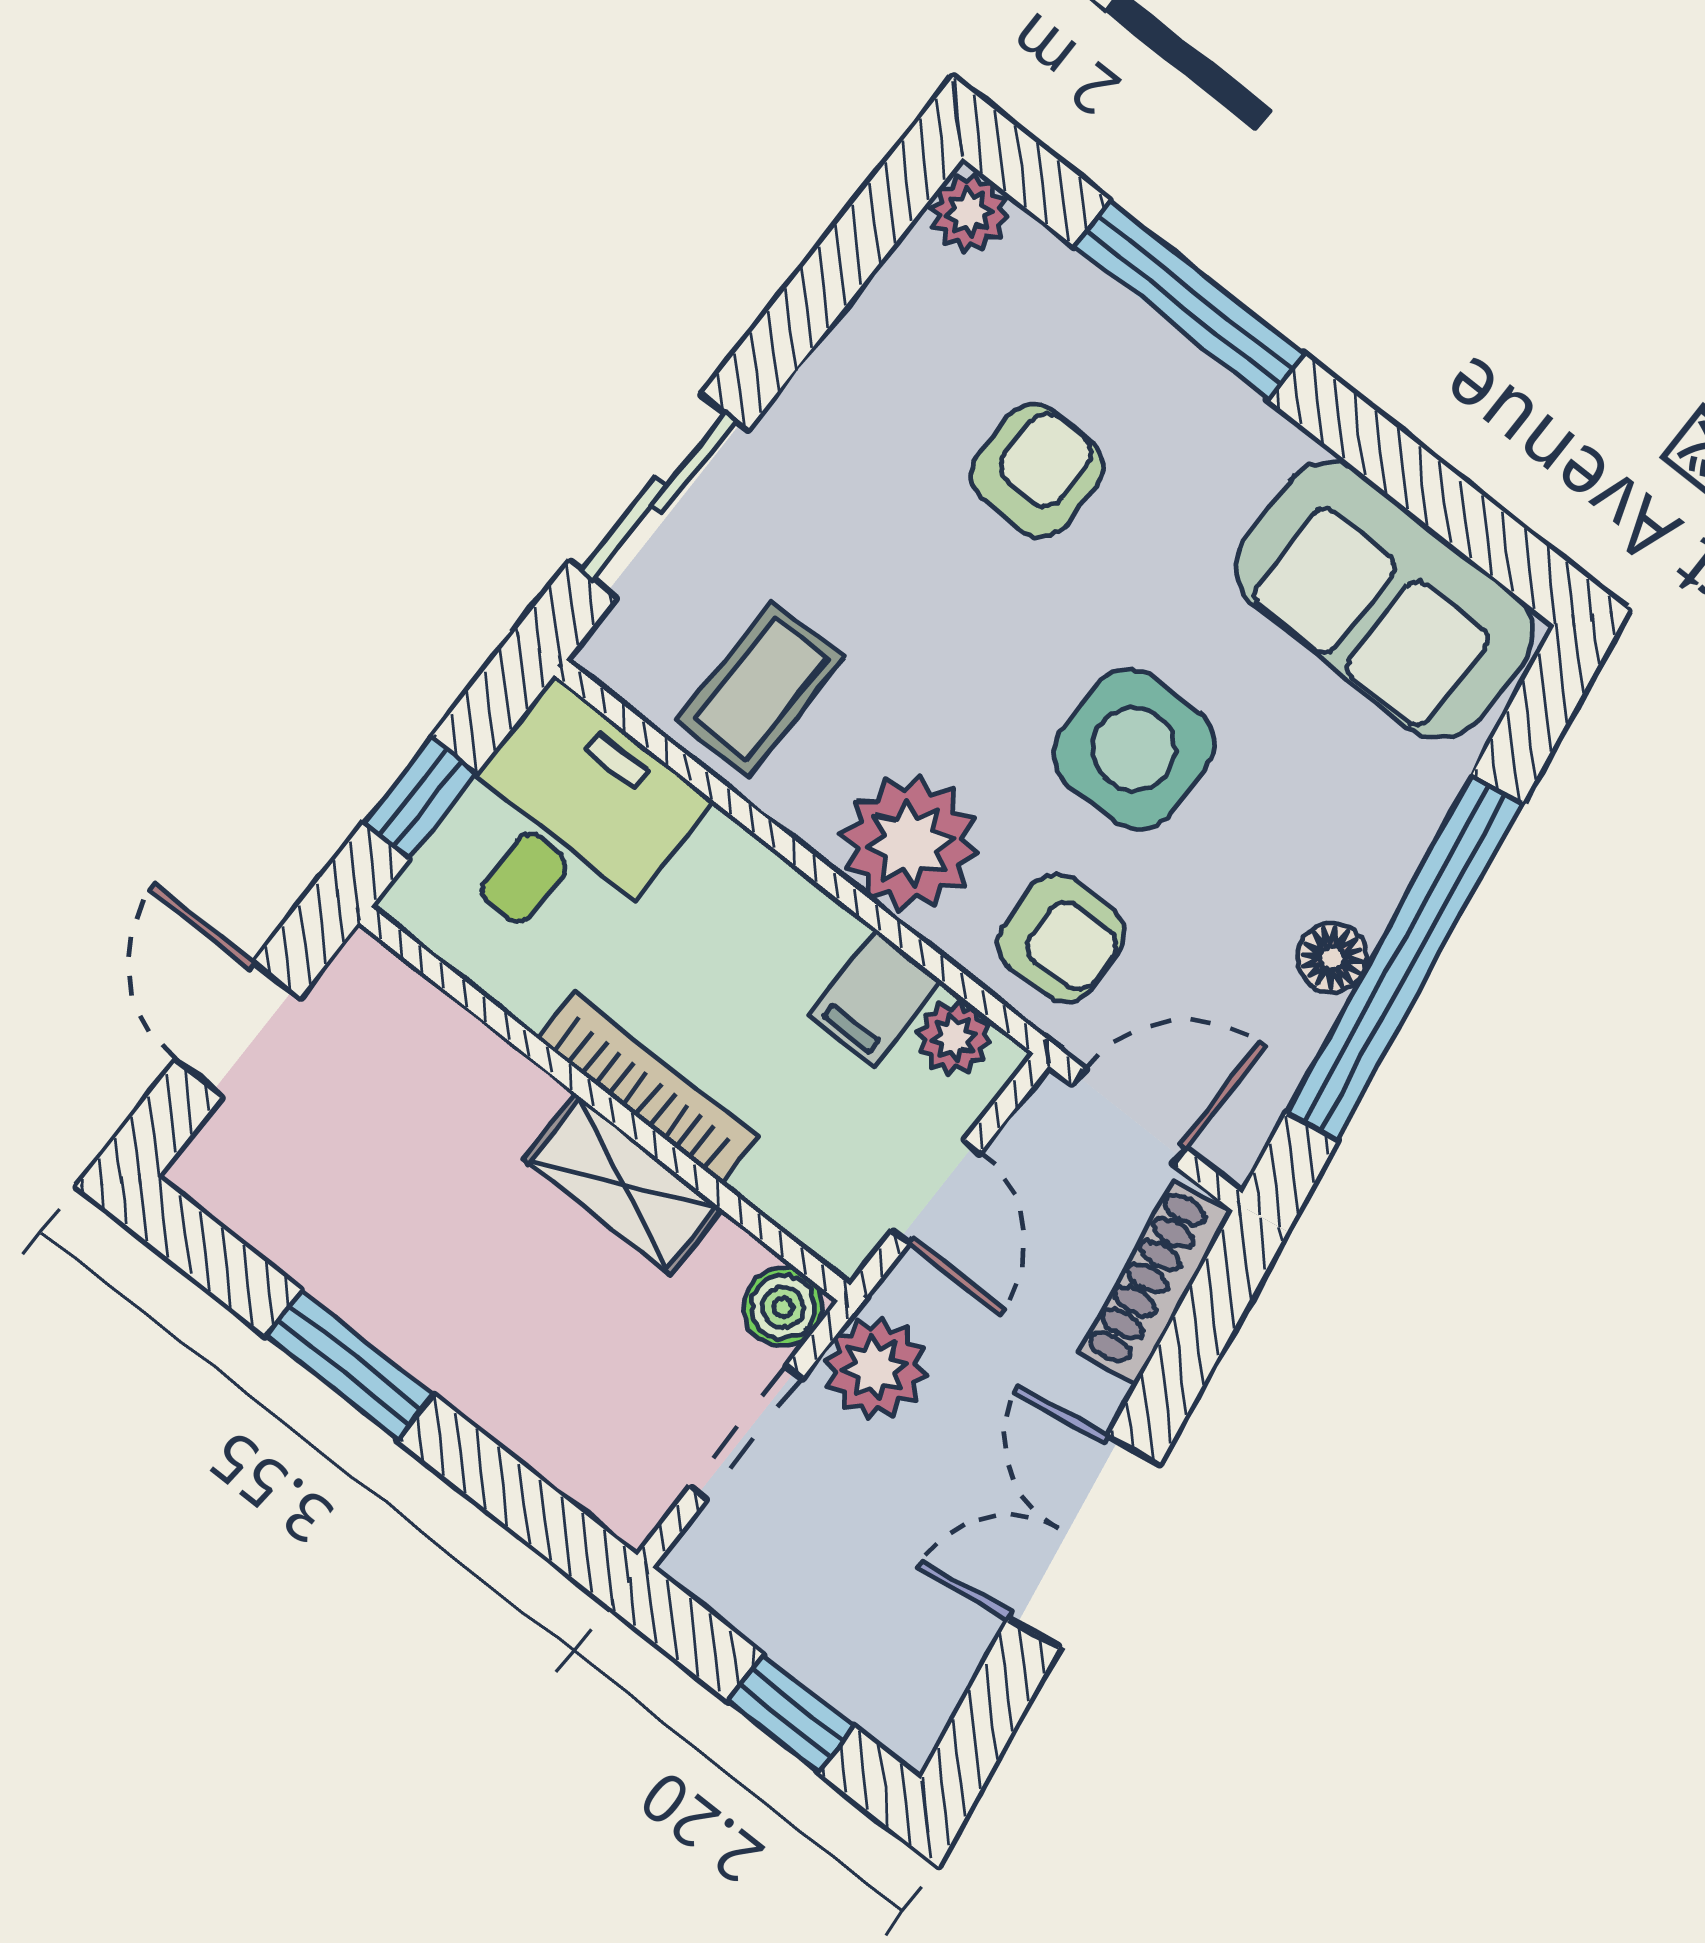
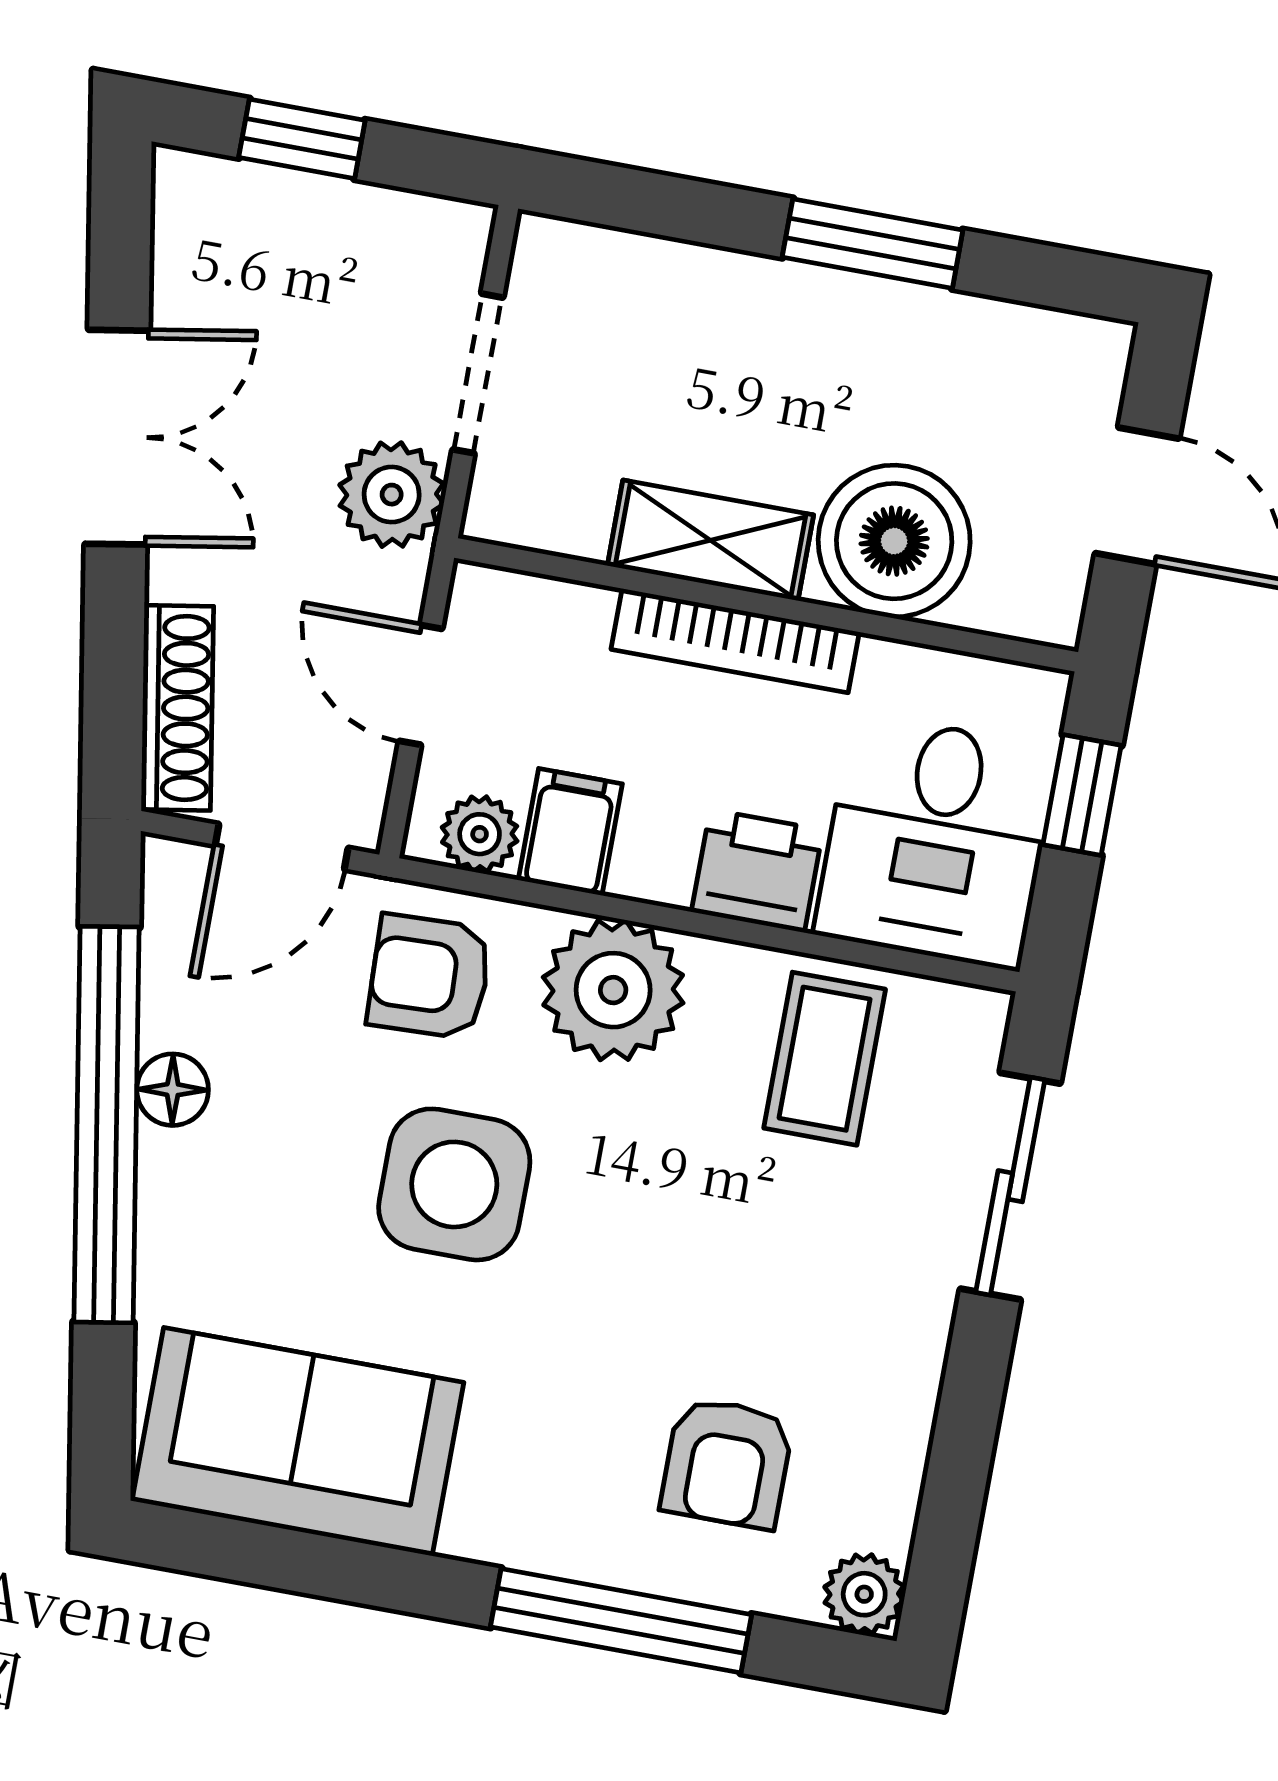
armchair: (1037, 470) -> (727, 1463), moved
printer: (733, 880) -> (757, 871), added
boiler: (783, 1307) -> (894, 541), moved, width x1.86, depth x1.86

